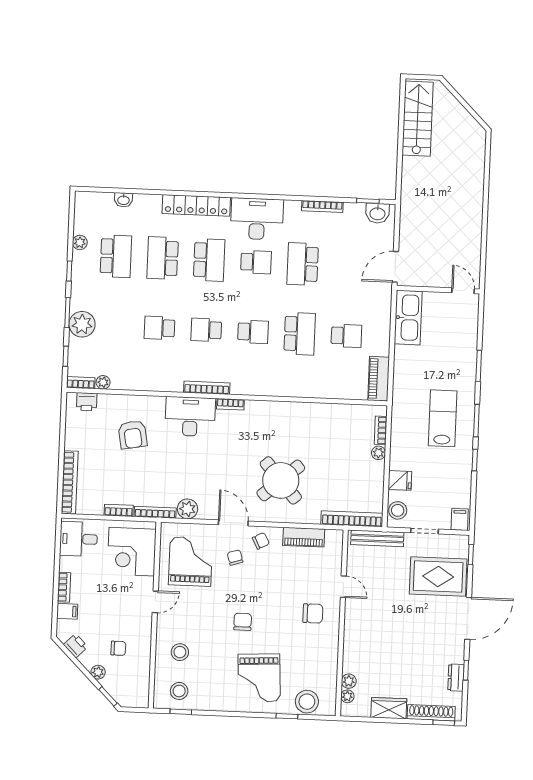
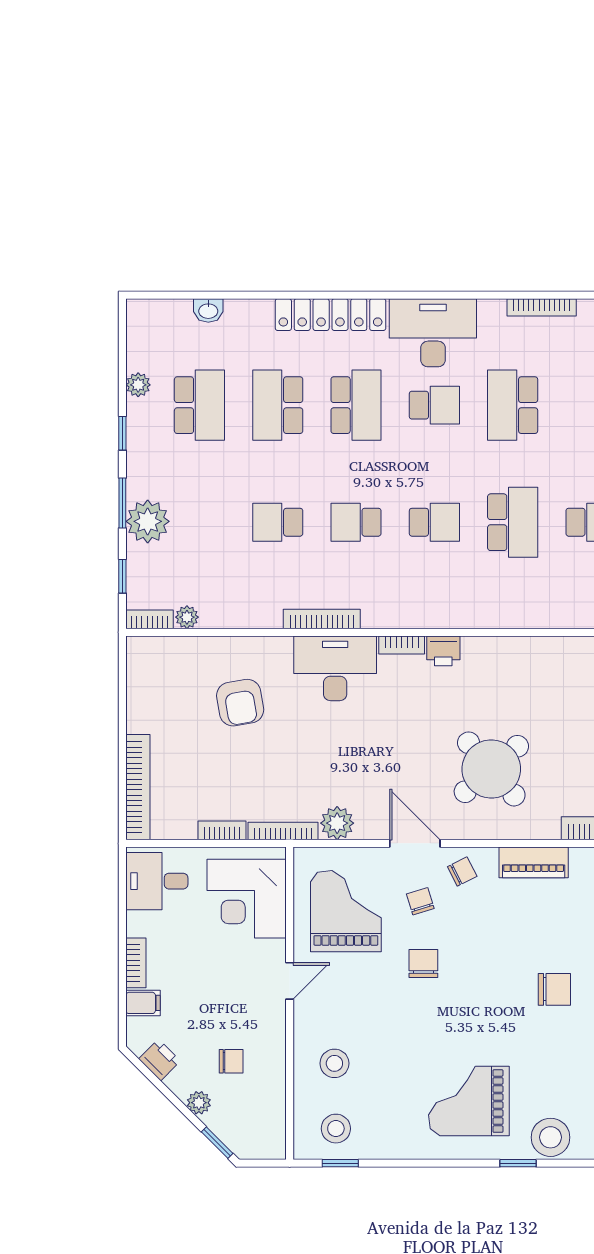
bookcase: (207, 388) -> (322, 619), moved
printer: (87, 402) -> (443, 651), moved
chair: (243, 622) -> (423, 964), moved
grand piano: (259, 678) -> (469, 1101), turned 93

